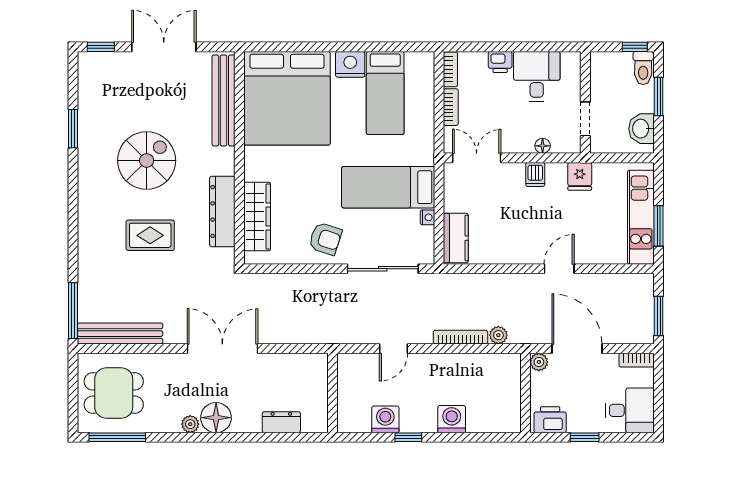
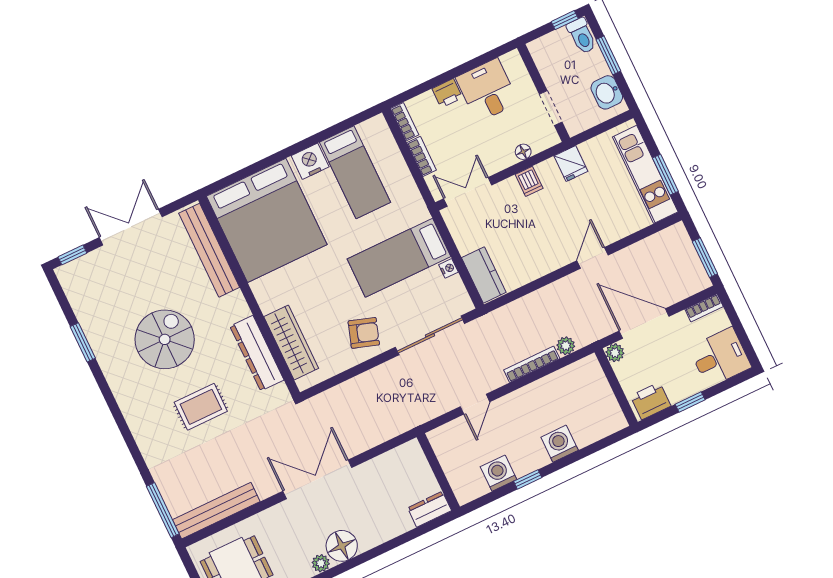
dresser: (281, 422) -> (430, 509), moved

